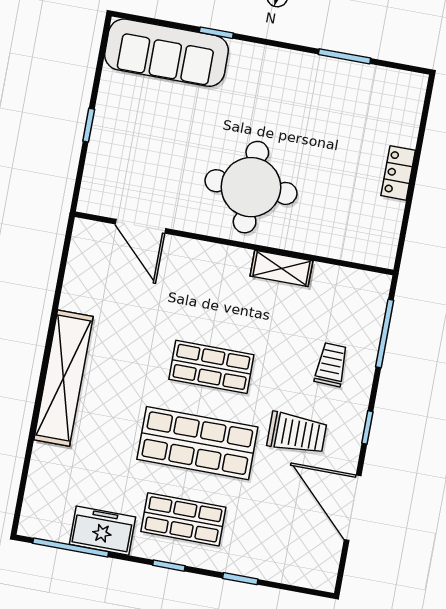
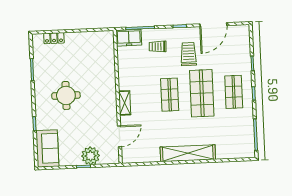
sofa: (167, 53) -> (47, 148), width x0.73
plant: (110, 147) -> (90, 156), added
locker: (398, 173) -> (54, 38), moved
round table: (251, 187) -> (66, 95), moved, width x0.73, depth x0.73
shelving: (281, 268) -> (125, 103), moved
freezer: (102, 531) -> (129, 38), moved, turned -90

